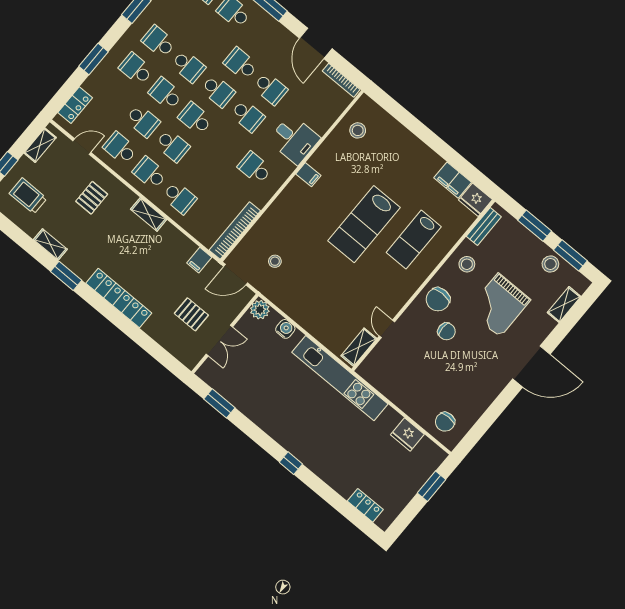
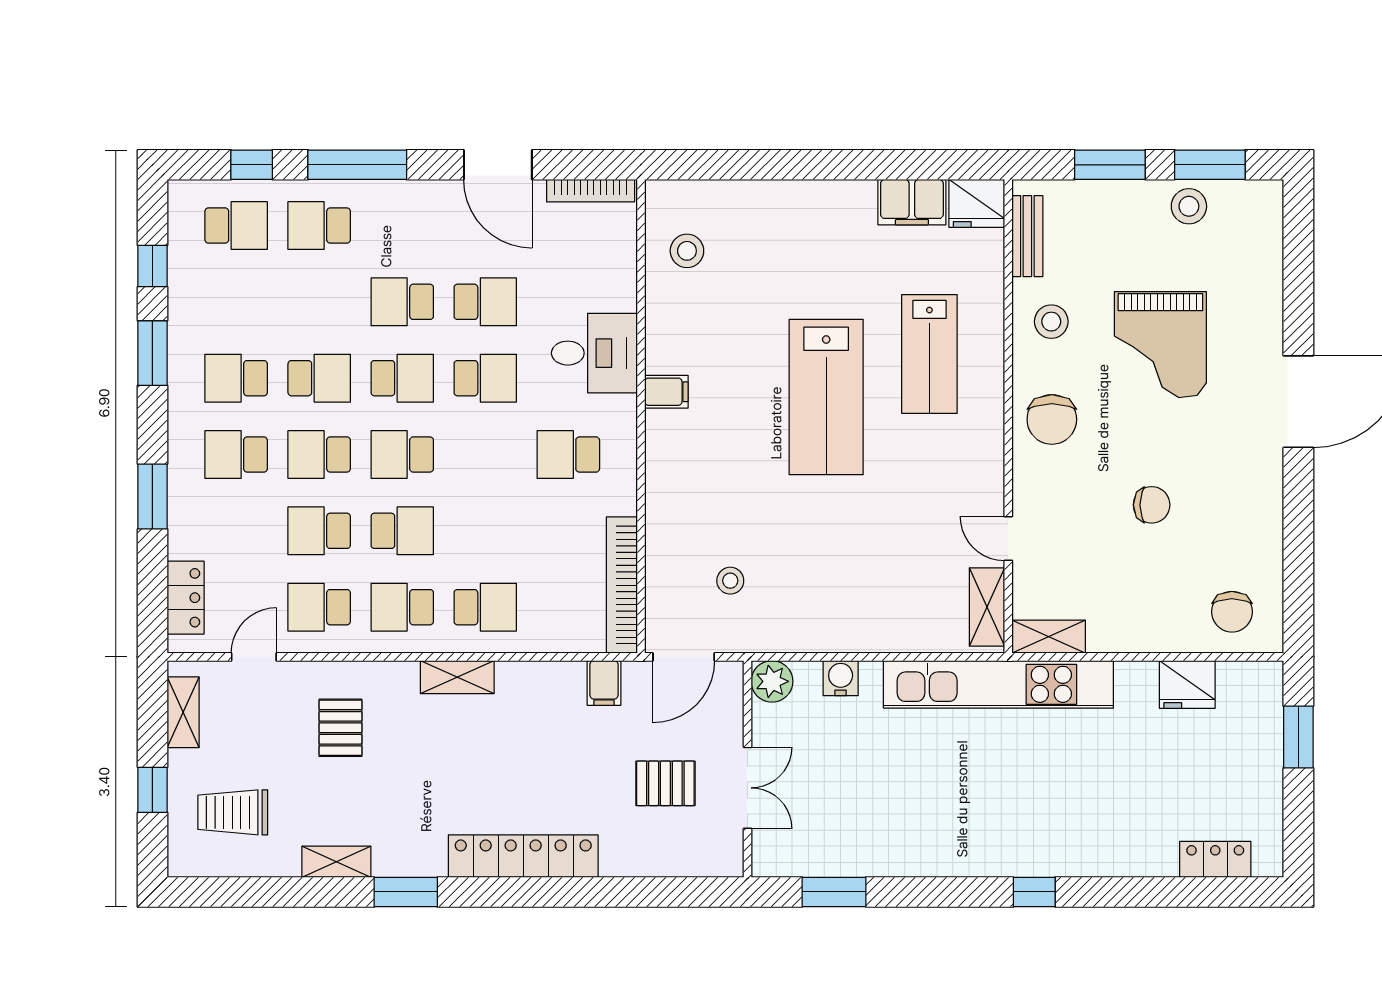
school desk: (143, 121) -> (319, 531), turned 180
shelving: (564, 305) -> (1049, 637), moved, turned 90
chair: (447, 331) -> (1152, 505), moved

